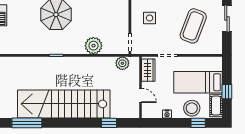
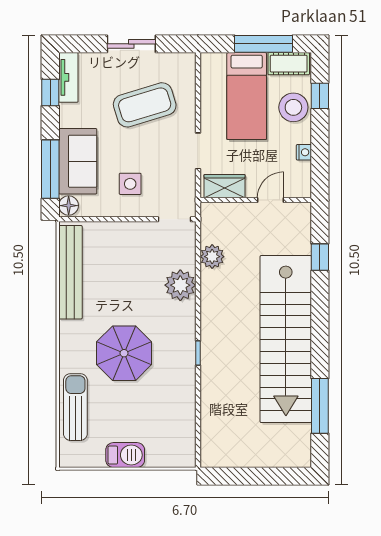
coffee table: (193, 26) -> (145, 105), turned -38
plant: (122, 63) -> (212, 257), moved
window: (227, 92) -> (263, 44), width x2.17

